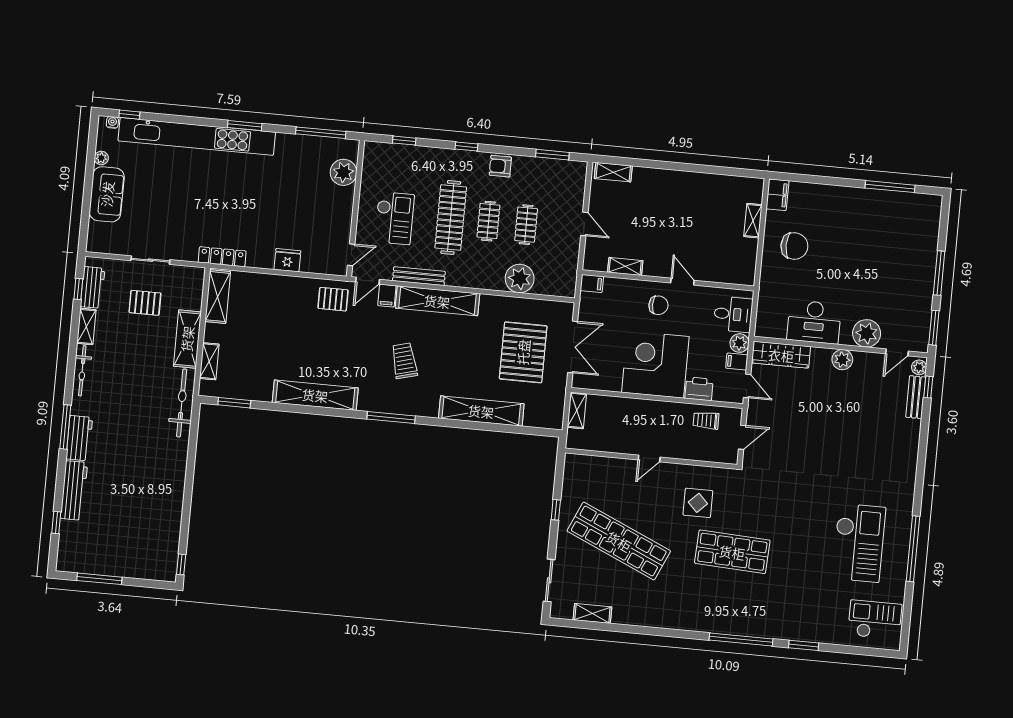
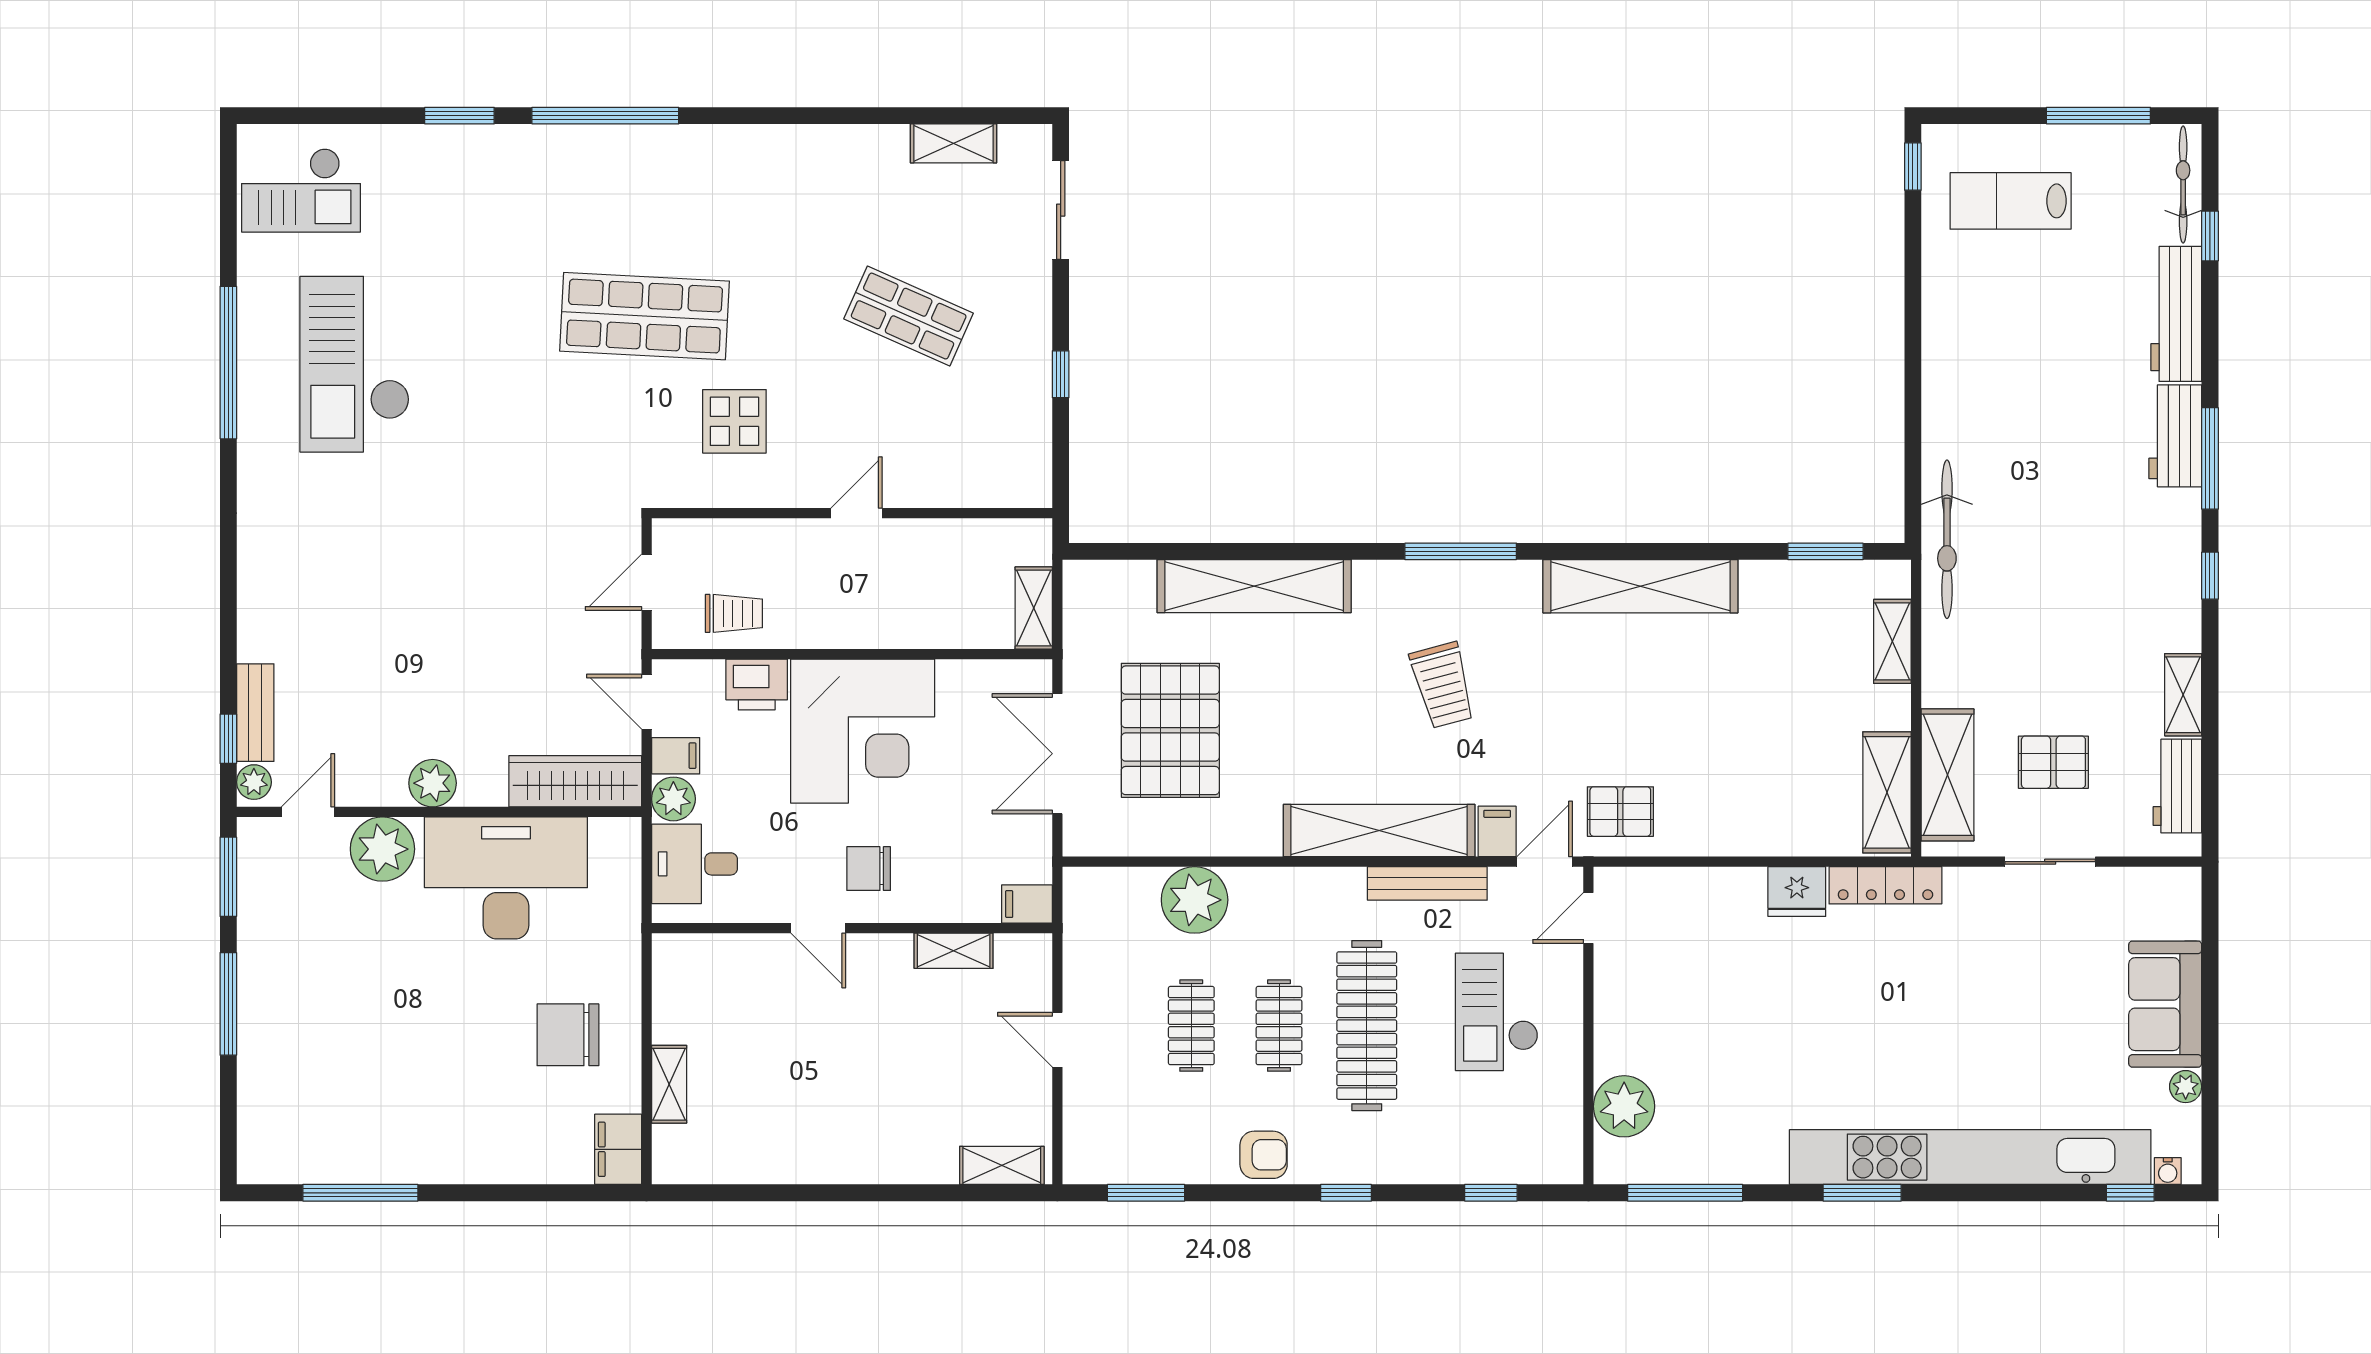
fridge: (287, 260) -> (1797, 892), moved
window: (78, 289) -> (2210, 576), moved
desk: (814, 322) -> (506, 878), width x1.36, depth x1.30
shelving: (187, 339) -> (1948, 775), moved
bicycle: (82, 371) -> (2183, 184), moved
shop shelf: (619, 541) -> (909, 316), width x0.50, depth x0.74
lab bench: (141, 546) -> (2011, 201), added

